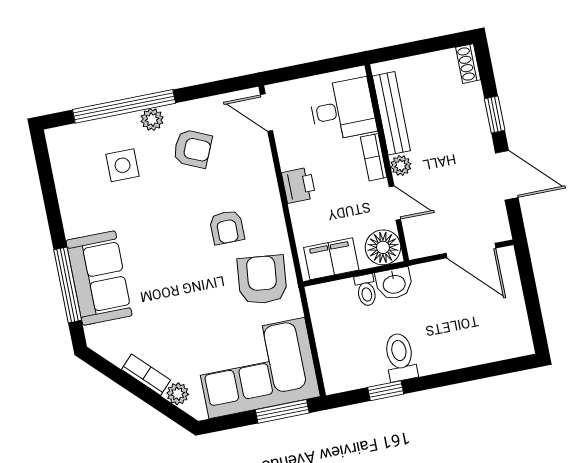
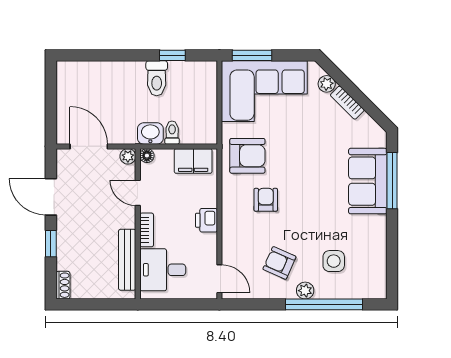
plant: (401, 166) -> (128, 156), moved
floor lamp: (383, 247) -> (147, 156), width x0.53, depth x0.53
armchair: (262, 280) -> (247, 156), turned -96

